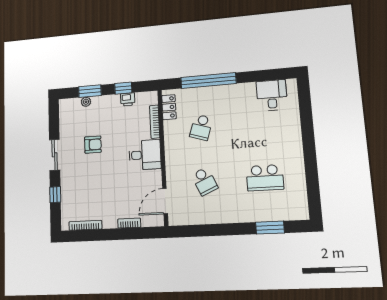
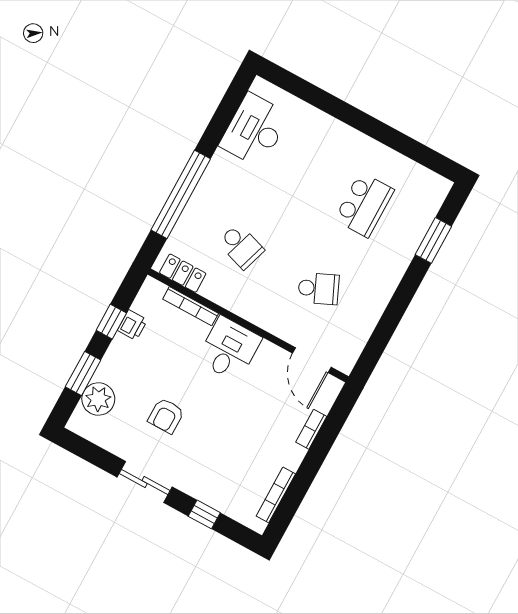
desk: (272, 95) -> (254, 130), width x1.37
plant: (86, 102) -> (98, 399), width x1.88, depth x1.88
armchair: (93, 145) -> (166, 416), turned 180

